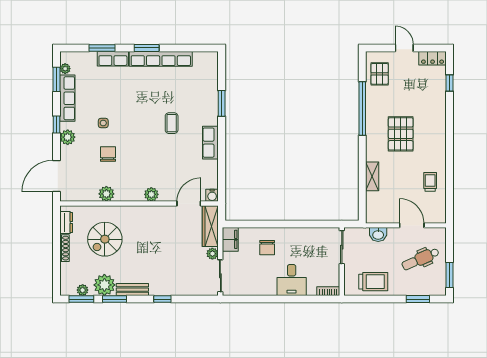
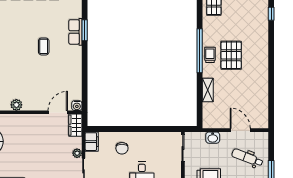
window: (362, 109) -> (200, 51), moved
row of seats: (210, 143) -> (75, 32), moved
trolley: (430, 182) -> (210, 55), moved
plant: (151, 194) -> (16, 105), moved
wardrobe: (210, 226) -> (75, 125), width x0.67
dental chair: (420, 259) -> (247, 158), turned 45

